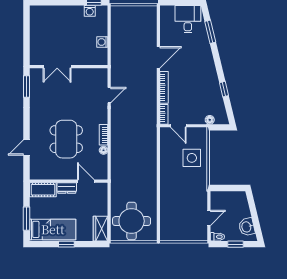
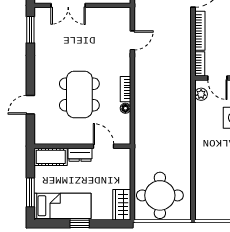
plant: (165, 139) -> (201, 94), added

